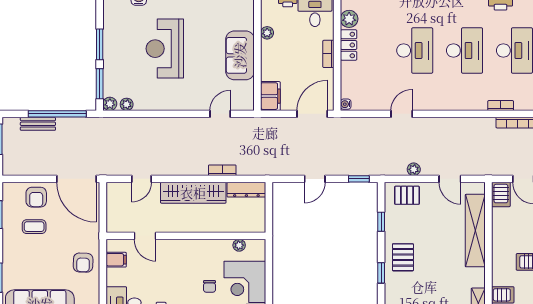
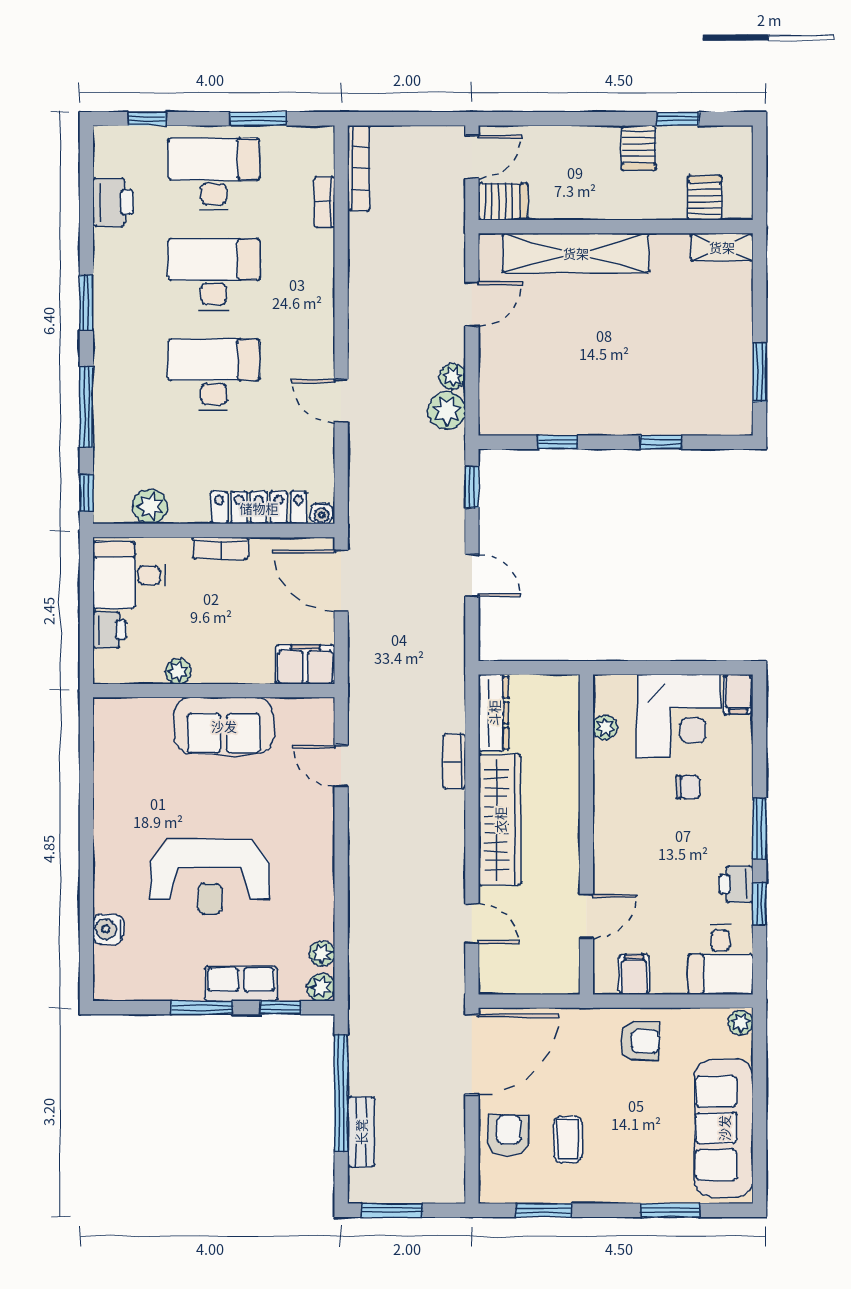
locker: (349, 45) -> (259, 508), moved, width x1.53
row of seats: (112, 64) -> (241, 984), added
window: (100, 84) -> (281, 1008), width x0.67
plant: (397, 166) -> (447, 411), added
pallet: (407, 195) -> (505, 390), removed
armchair: (36, 197) -> (508, 1135), turned -88
pallet: (403, 257) -> (629, 398), removed

